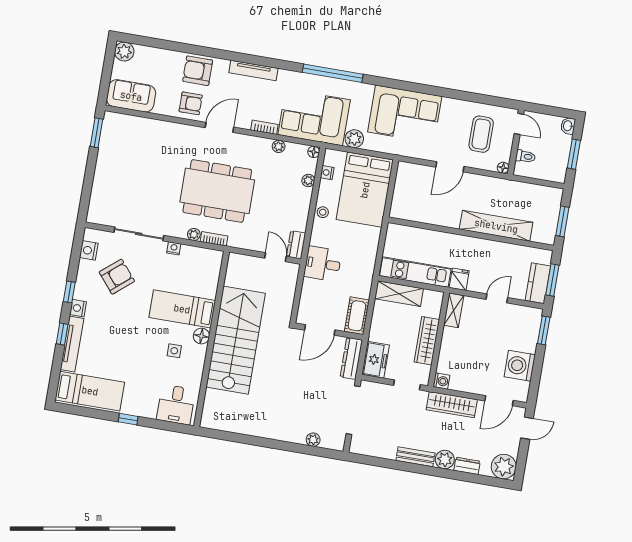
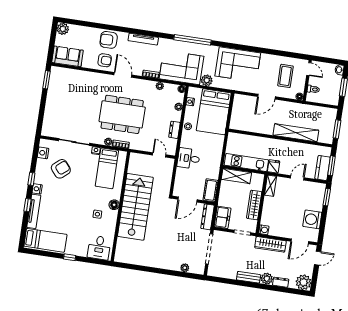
door: (219, 127) -> (123, 75), hinge flipped
dresser: (296, 245) -> (174, 130), moved
bed: (182, 309) -> (107, 168), moved, turned -90

